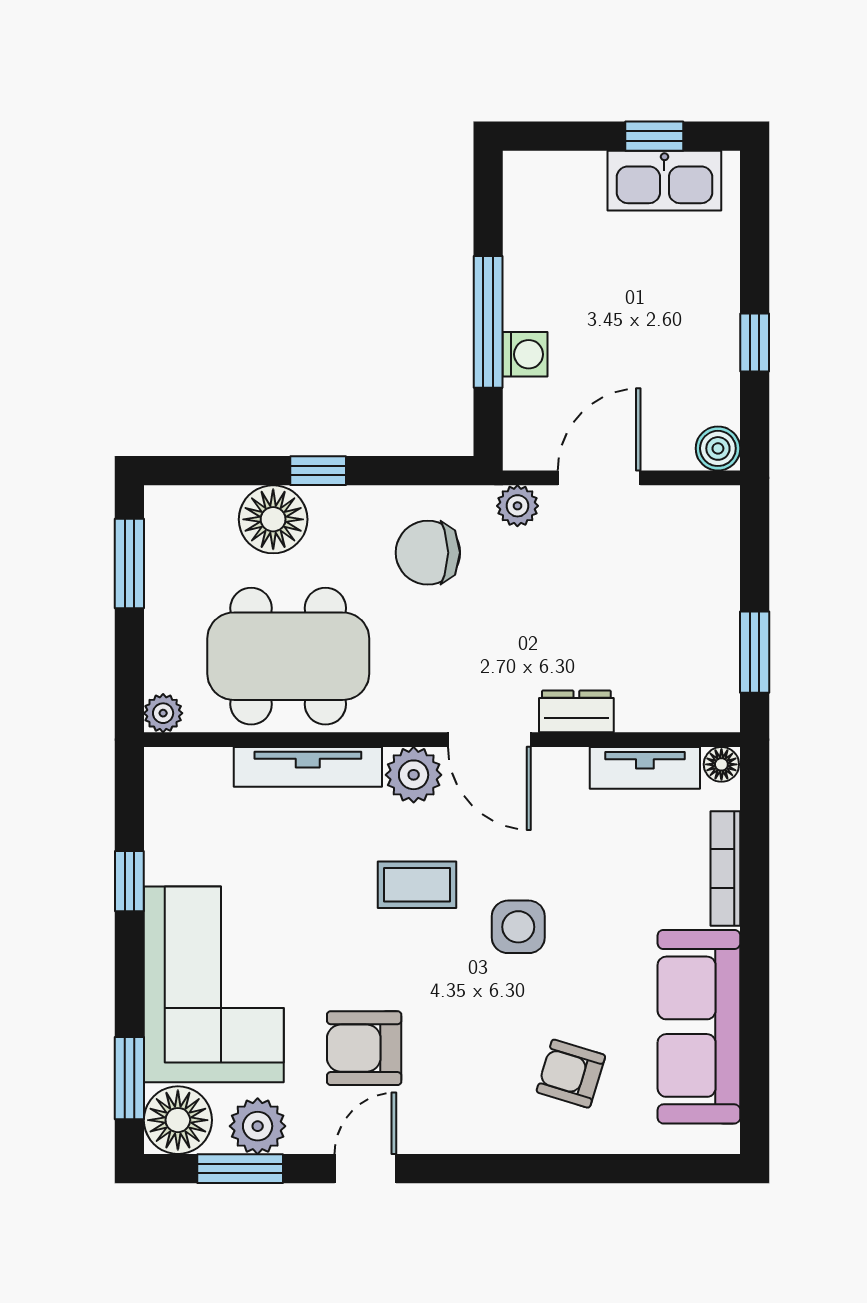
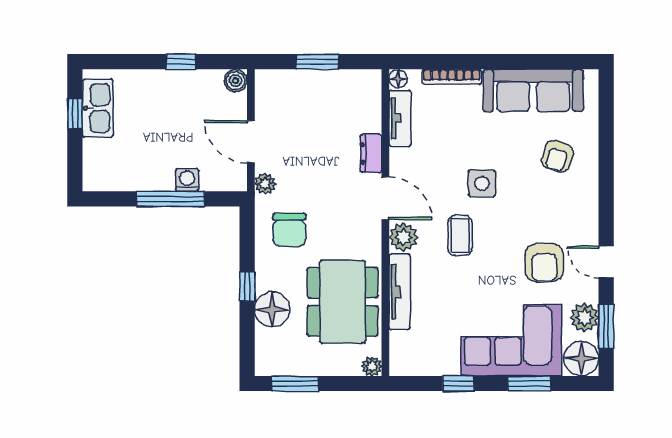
window: (755, 652) -> (317, 62), moved
door: (489, 740) -> (385, 198), hinge flipped
window: (129, 1078) -> (529, 384), moved

